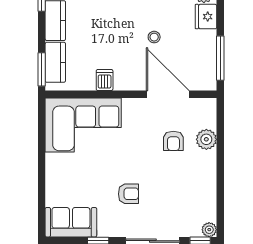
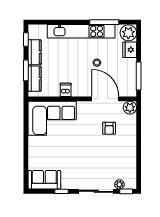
window: (42, 69) -> (26, 70), moved
plant: (206, 139) -> (130, 108), moved
armchair: (128, 194) -> (81, 162), removed
plant: (209, 230) -> (119, 184), moved

